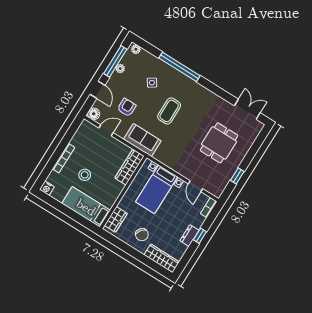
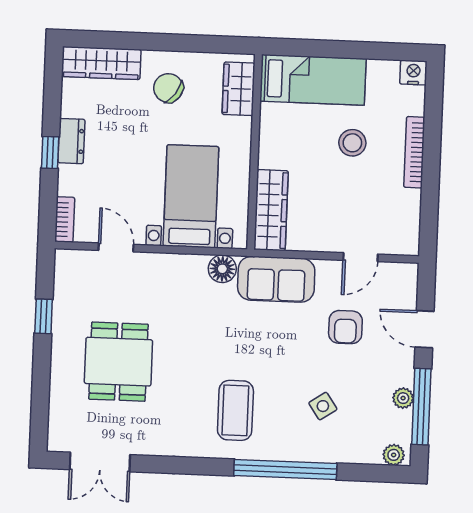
coffee table: (169, 111) -> (235, 410), moved
floor lamp: (94, 114) -> (222, 269), moved

